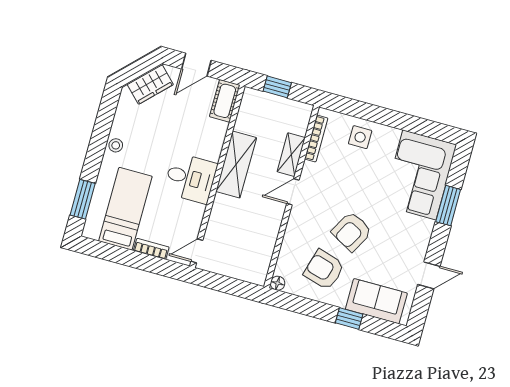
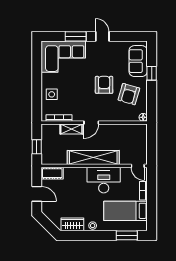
wardrobe: (150, 84) -> (72, 224), moved, turned -45
shelving: (236, 165) -> (93, 157), width x1.47
desk: (191, 178) -> (104, 180), width x1.37
door: (293, 192) -> (91, 123), hinge flipped
armchair: (352, 231) -> (104, 85), turned -119
door: (429, 275) -> (102, 36), moved

